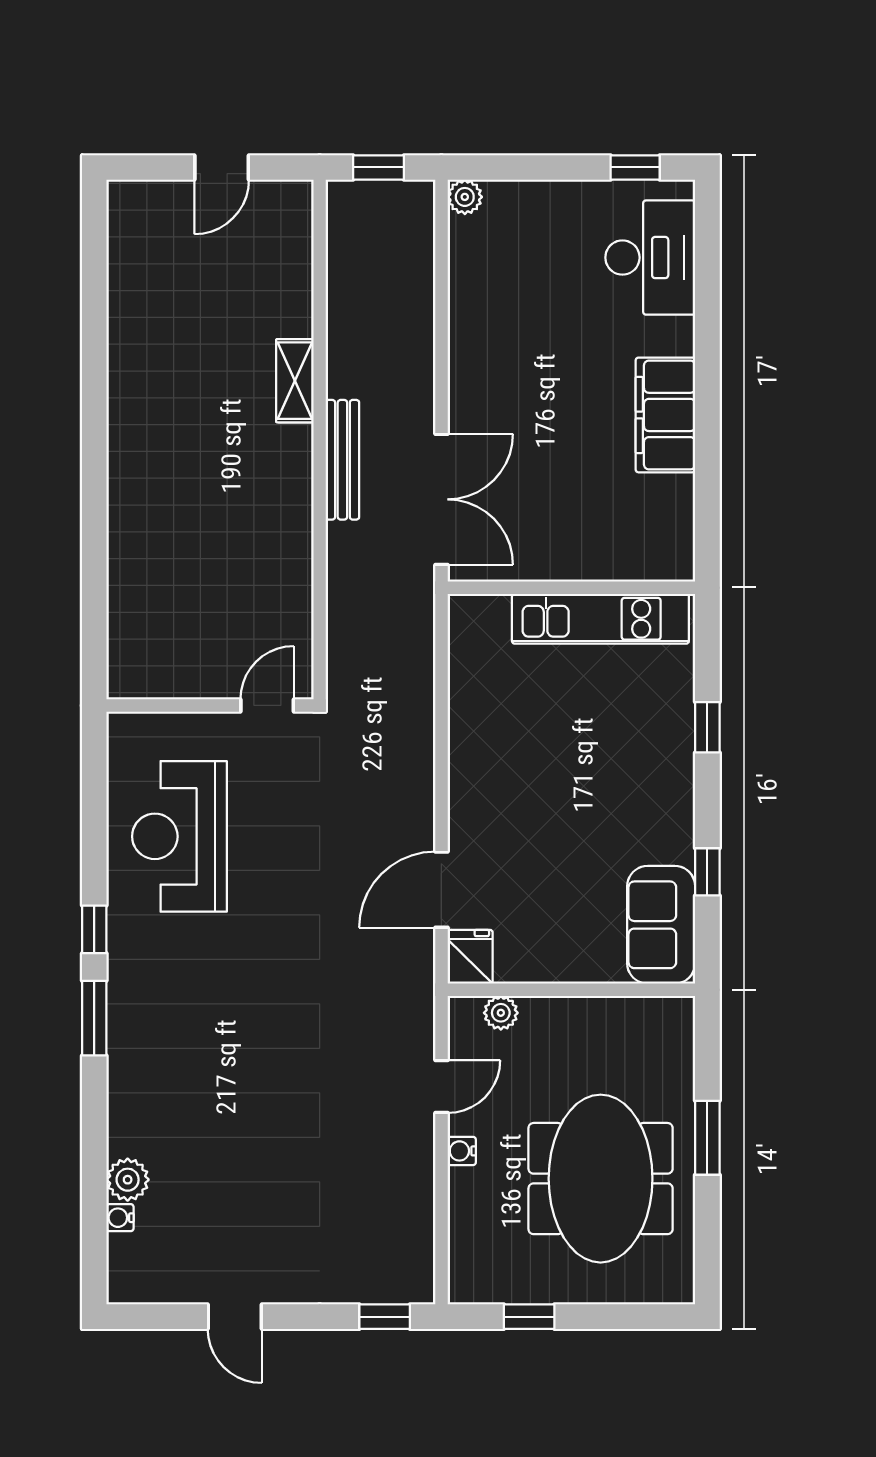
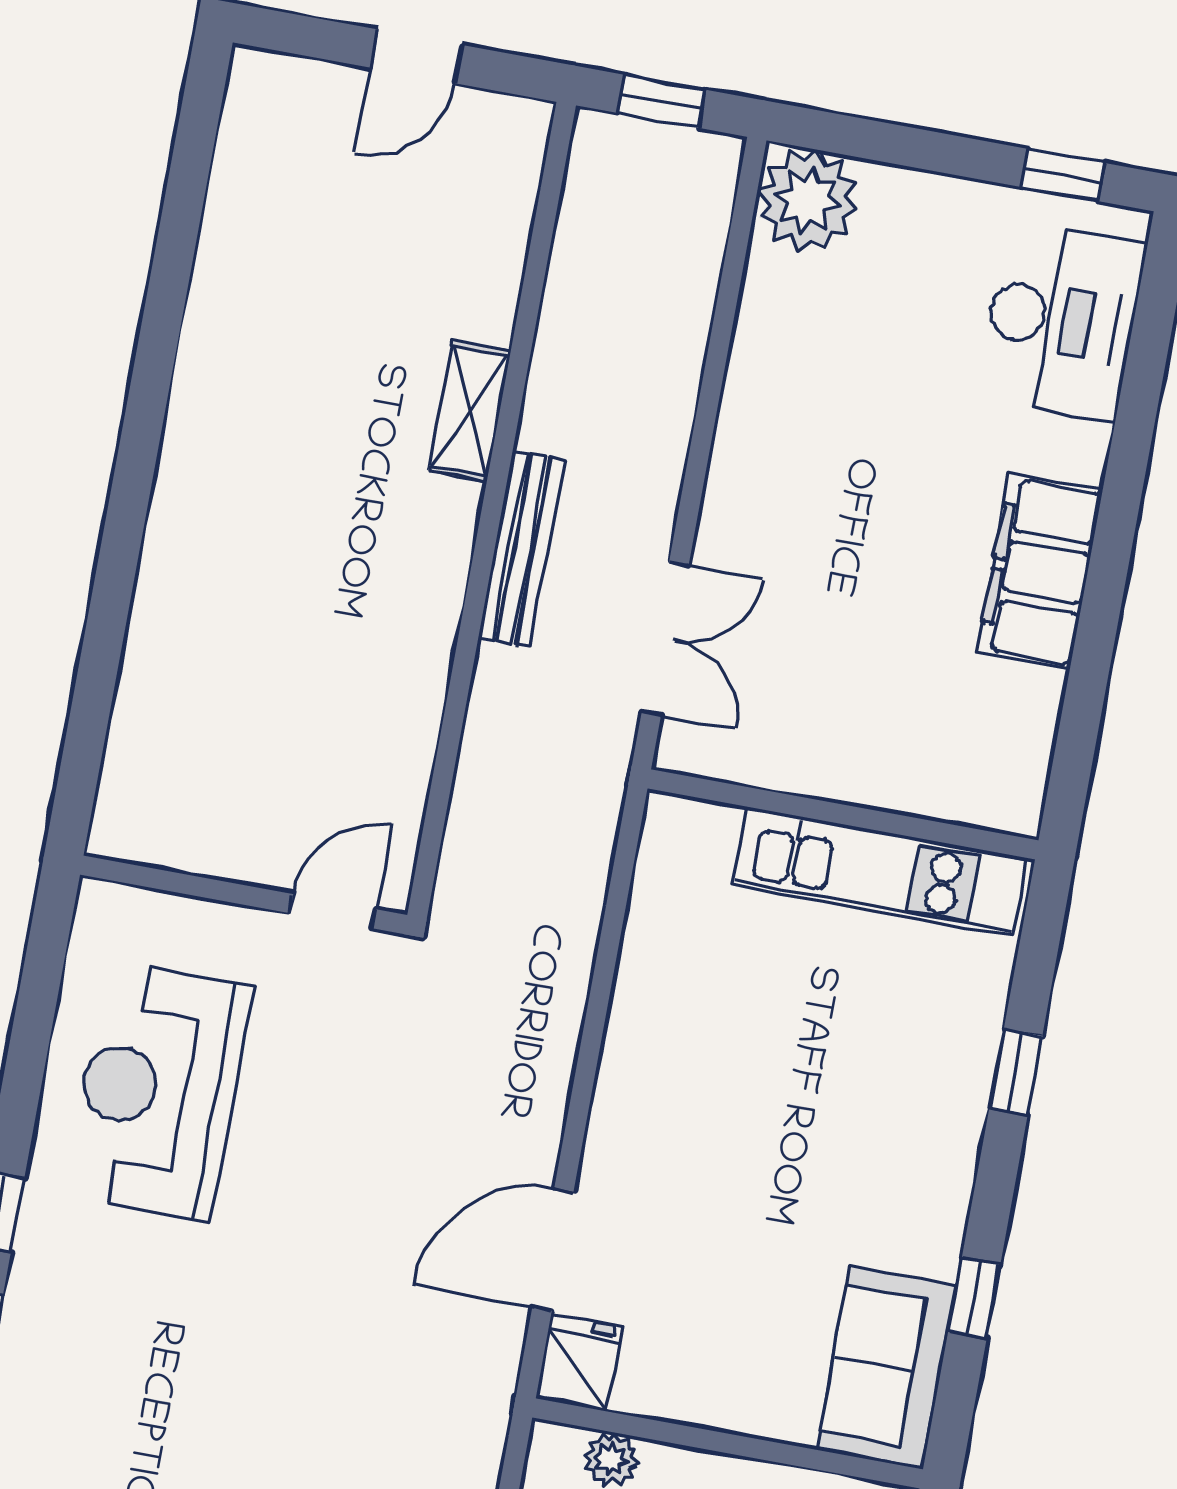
plant: (465, 197) -> (808, 200), width x1.88, depth x1.88
double door: (441, 499) -> (665, 639), width x0.73

